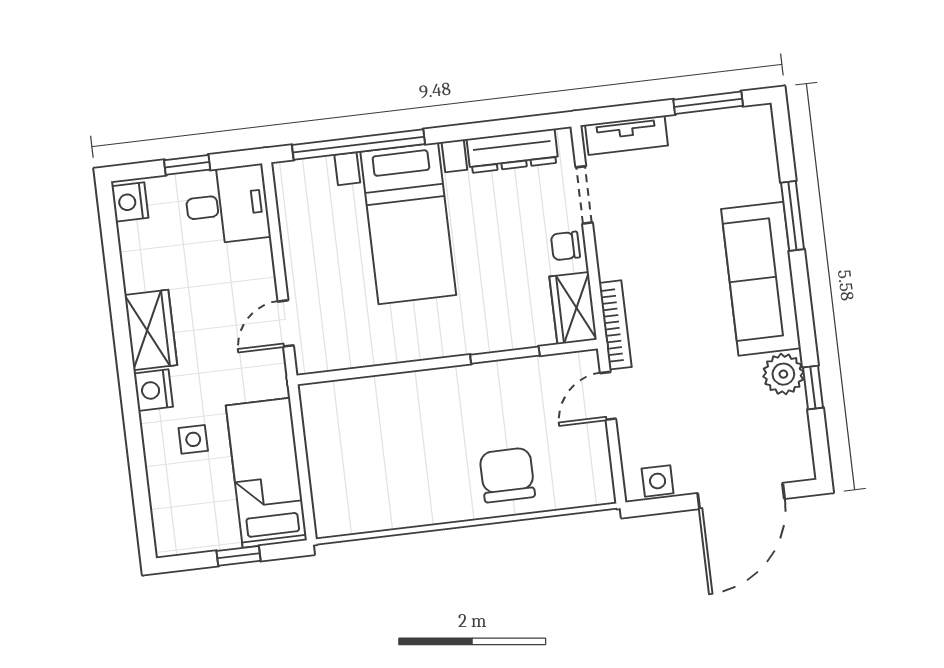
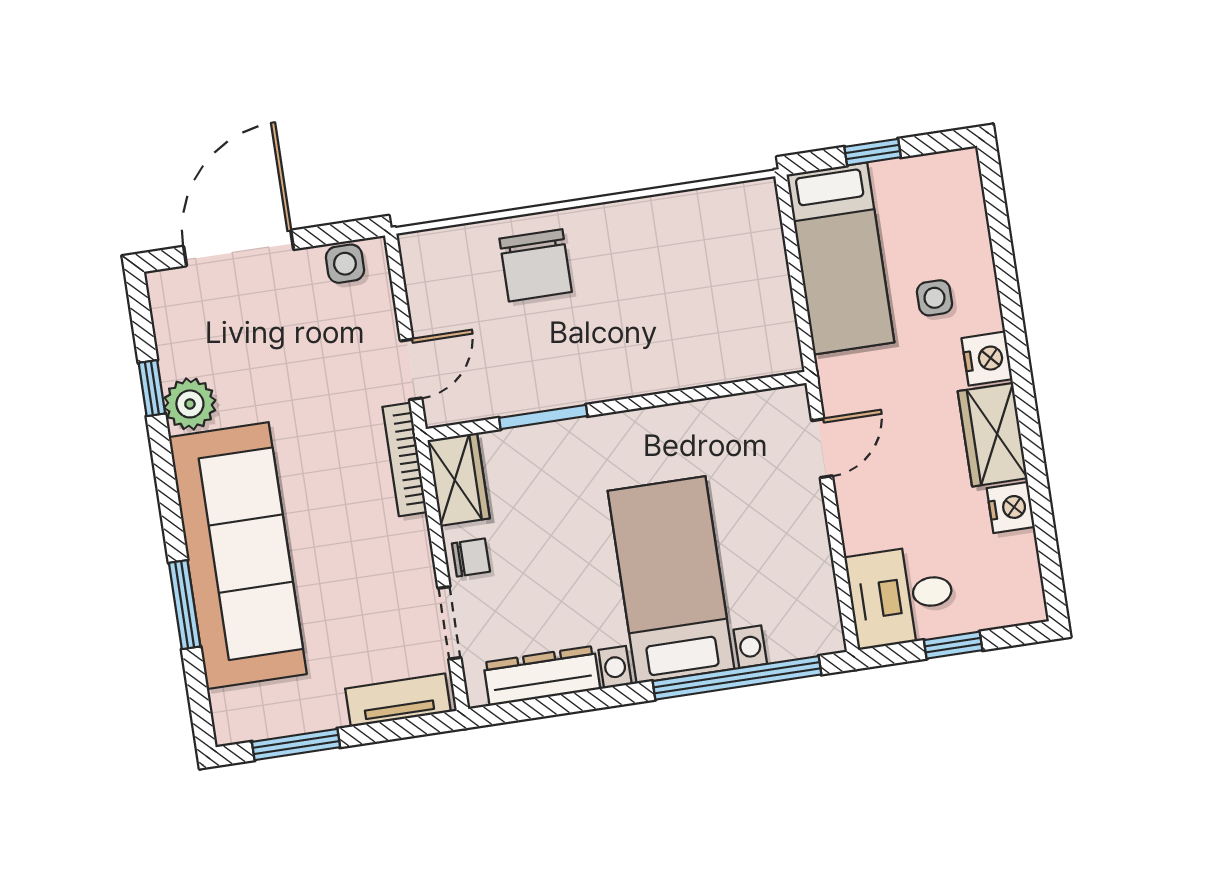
nightstand: (130, 202) -> (1011, 507), moved
sofa: (761, 279) -> (238, 556), width x1.36, depth x1.27

